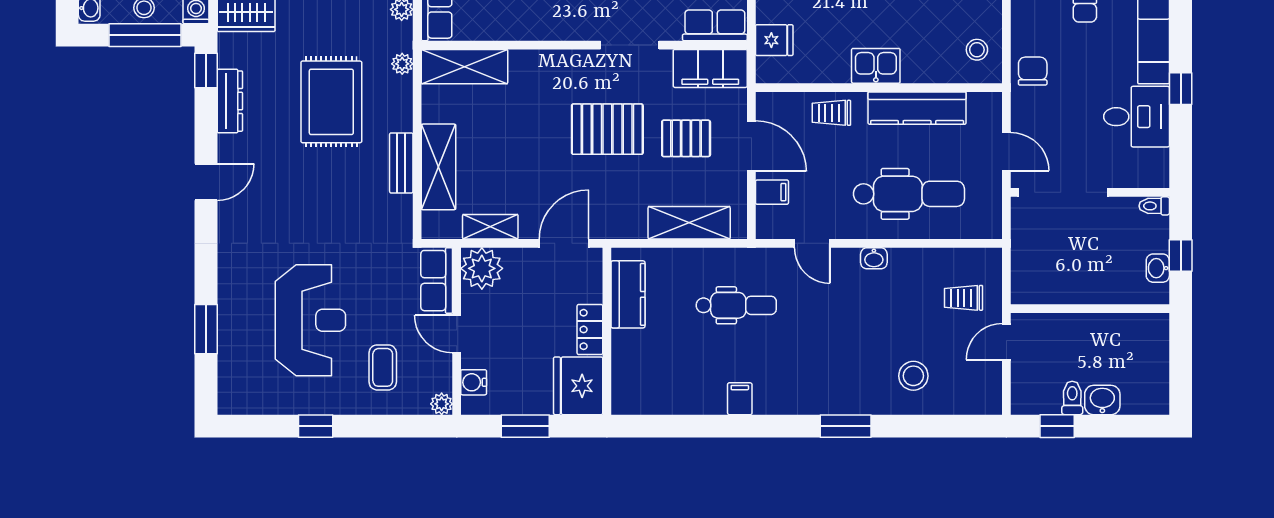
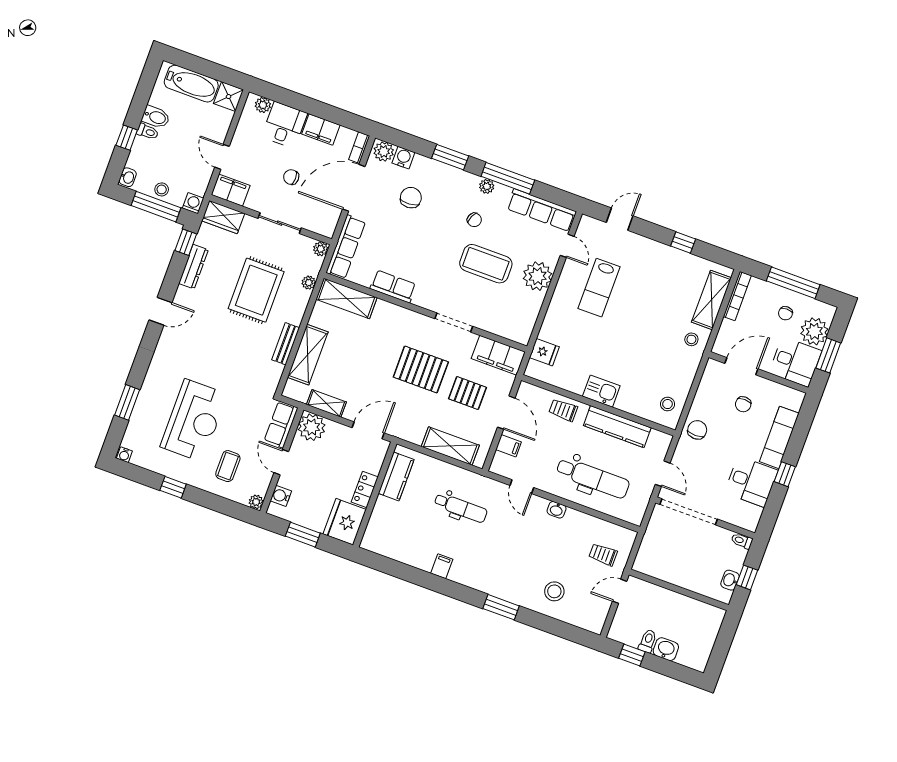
row of seats: (715, 25) -> (393, 286), moved
water cooler: (229, 405) -> (124, 455), added

